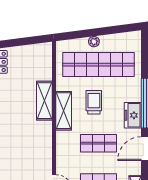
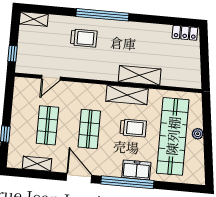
freezer: (133, 115) -> (136, 170), moved
trolley: (14, 156) -> (84, 38), added

